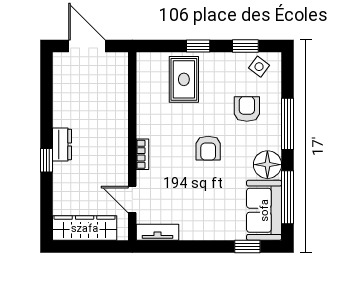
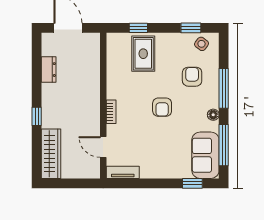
window: (198, 46) -> (138, 28), moved
dresser: (62, 144) -> (49, 70), moved
floor lamp: (267, 165) -> (213, 115), width x0.53, depth x0.53
wardrobe: (85, 228) -> (51, 154), moved, turned 90

